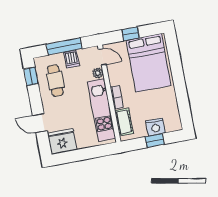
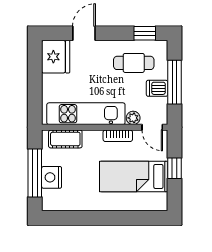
door: (102, 57) -> (152, 127), hinge flipped
bed: (149, 63) -> (134, 176), width x0.67
bookcase: (117, 97) -> (118, 136), moved
window: (155, 141) -> (35, 173), width x2.17

